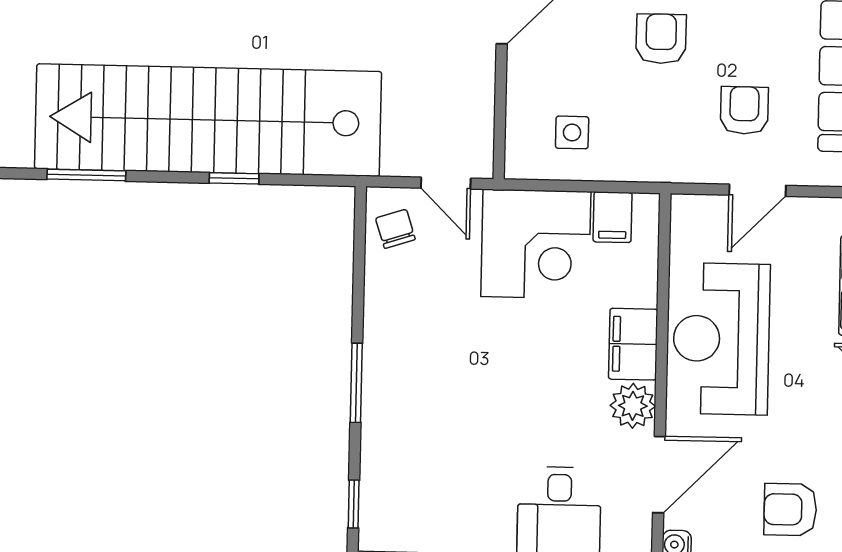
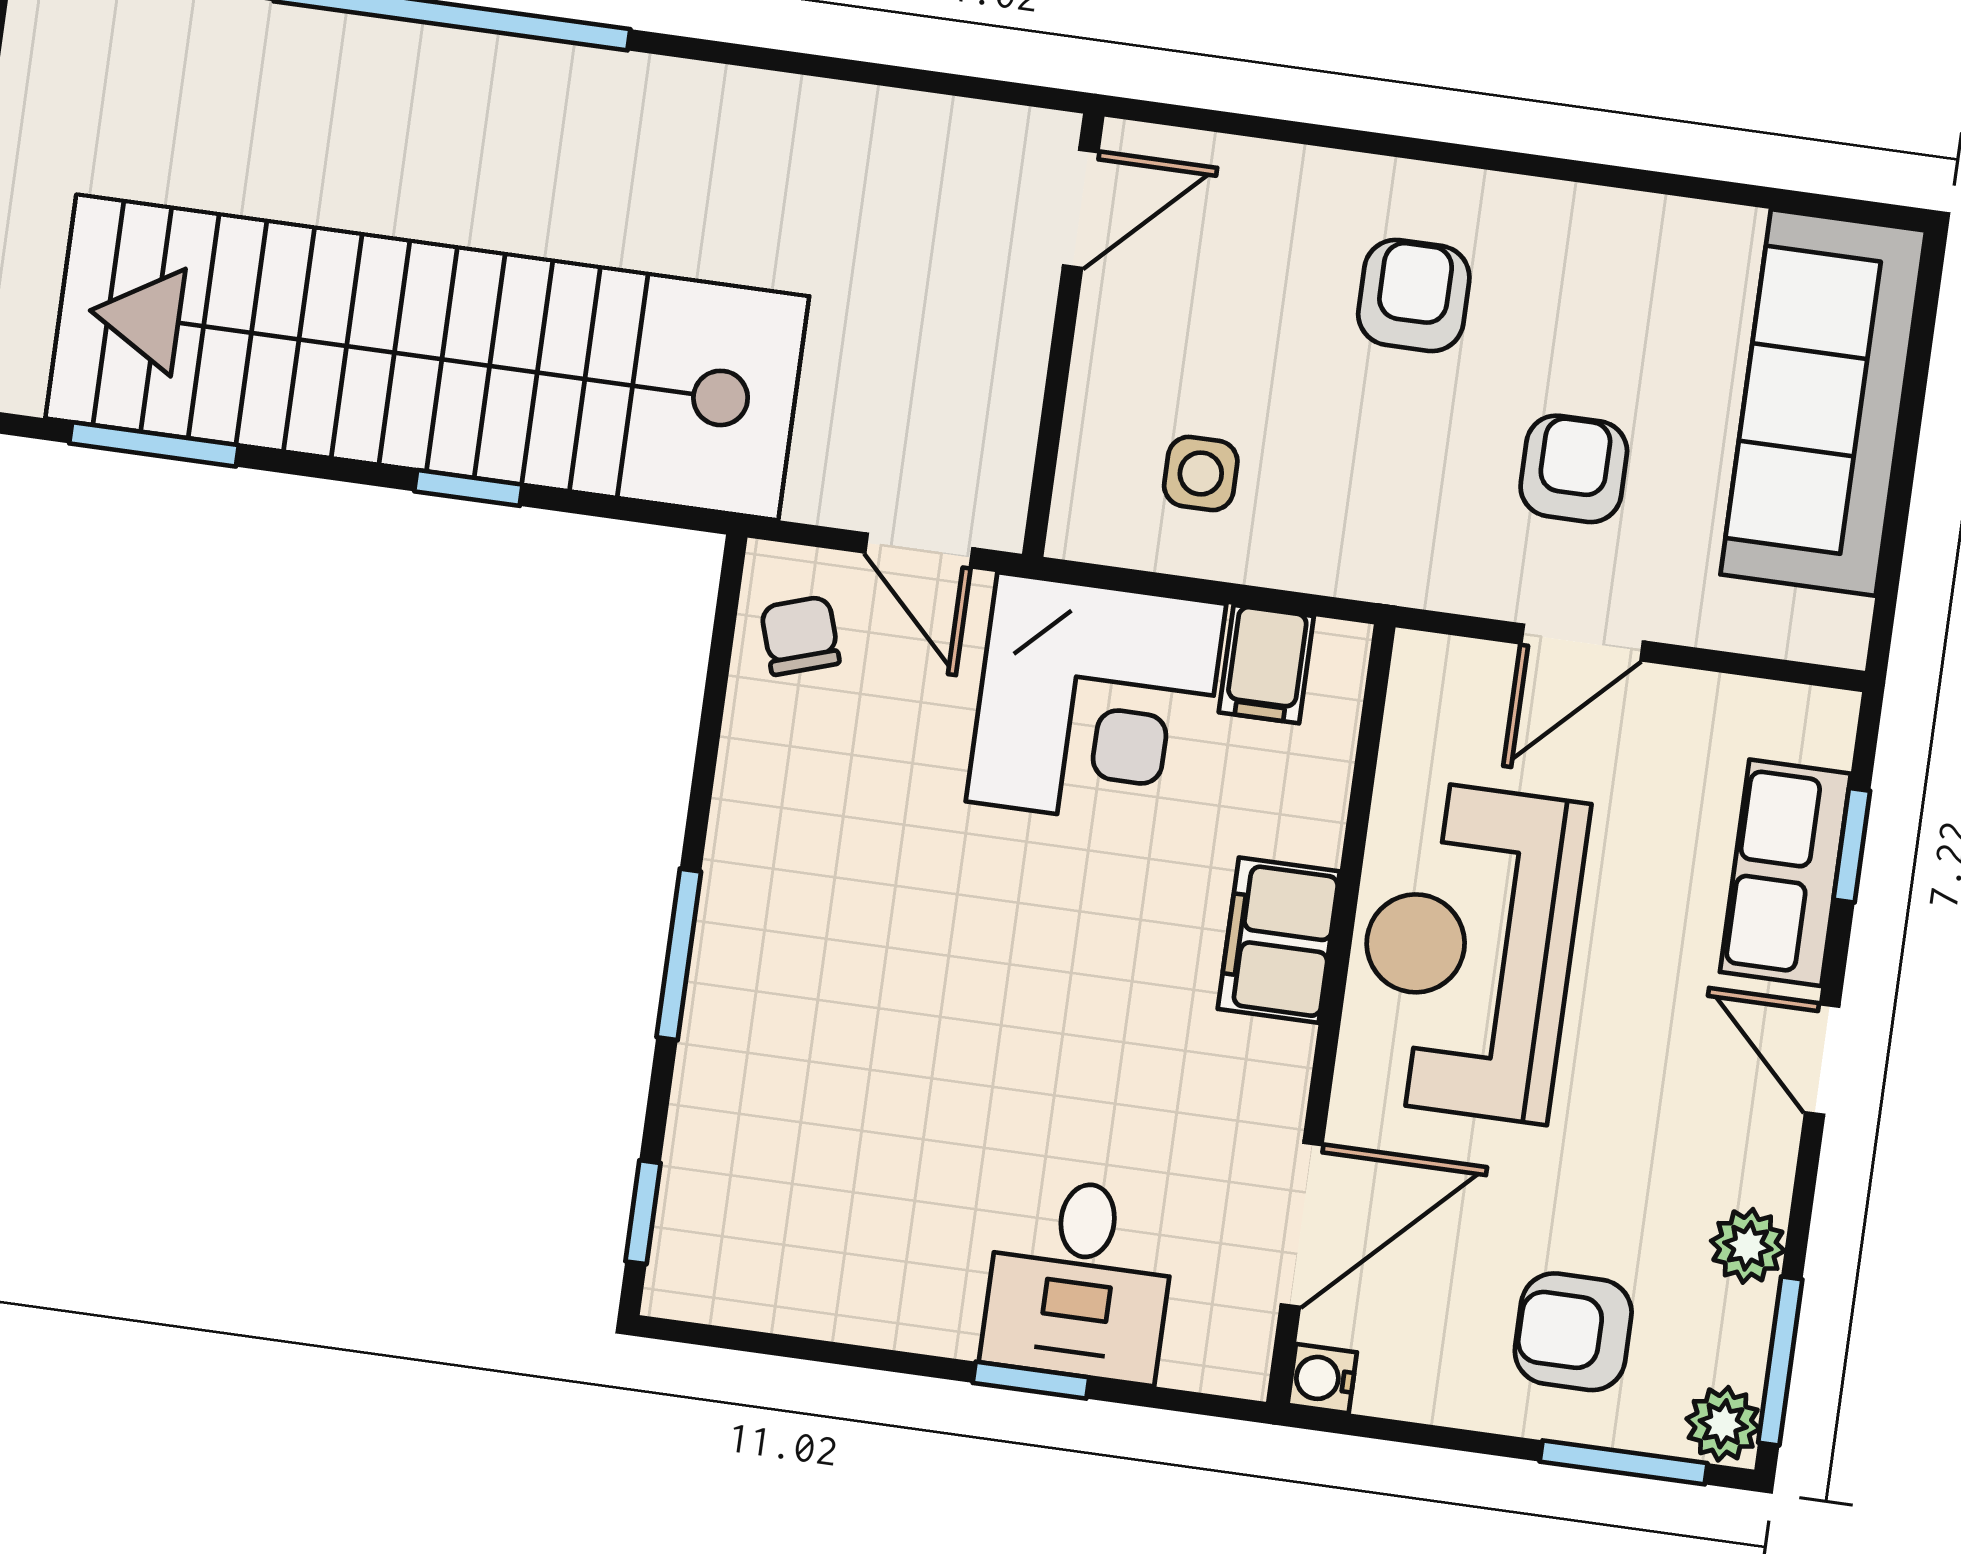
plant: (633, 406) -> (1263, 1072), removed

